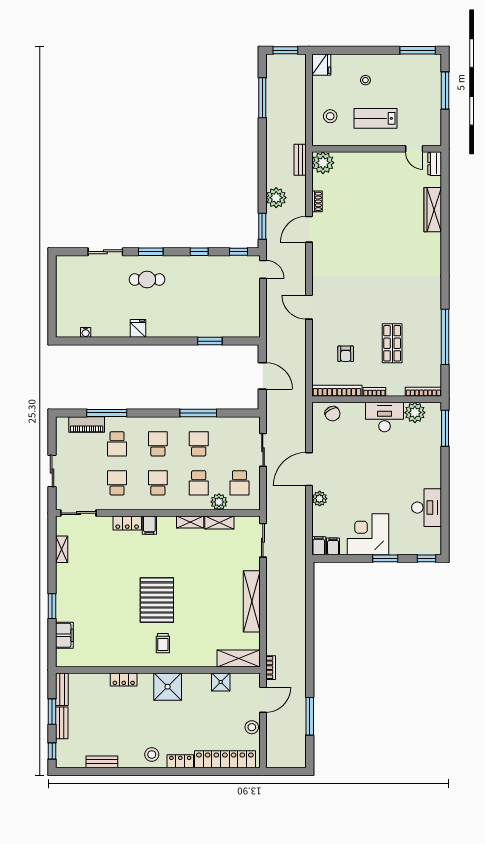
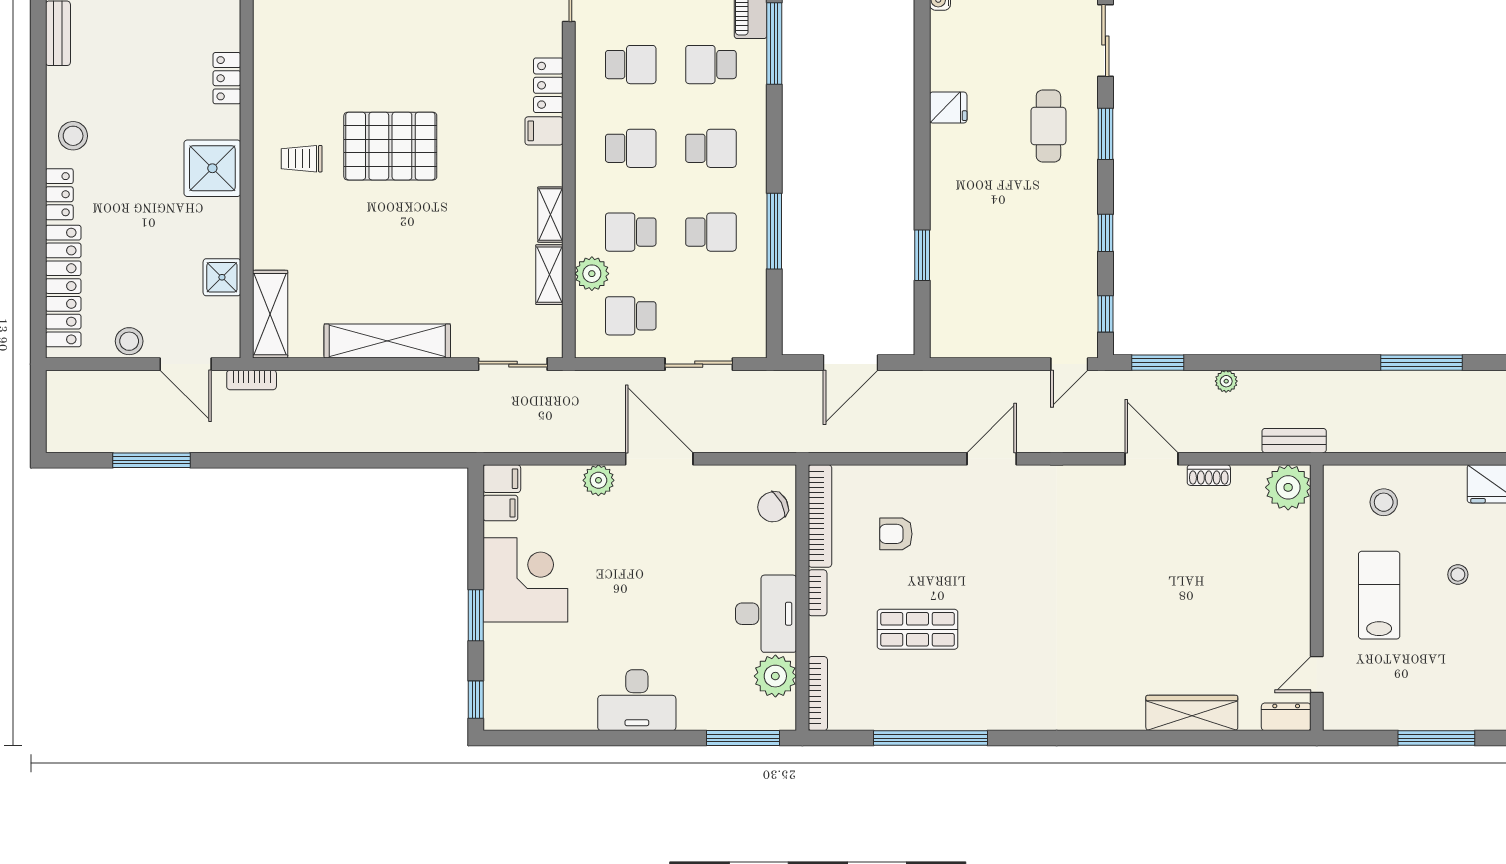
plant: (276, 198) -> (1226, 381), width x0.53, depth x0.53
desk: (427, 508) -> (637, 700), moved

